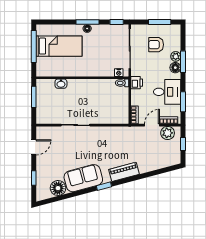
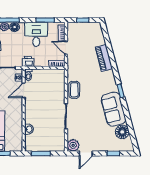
door: (104, 78) -> (24, 90), added
plant: (168, 133) -> (73, 145), moved
coffee table: (105, 134) -> (74, 90), added
door: (34, 147) -> (86, 153), swing flipped
piano: (124, 172) -> (104, 58), moved

